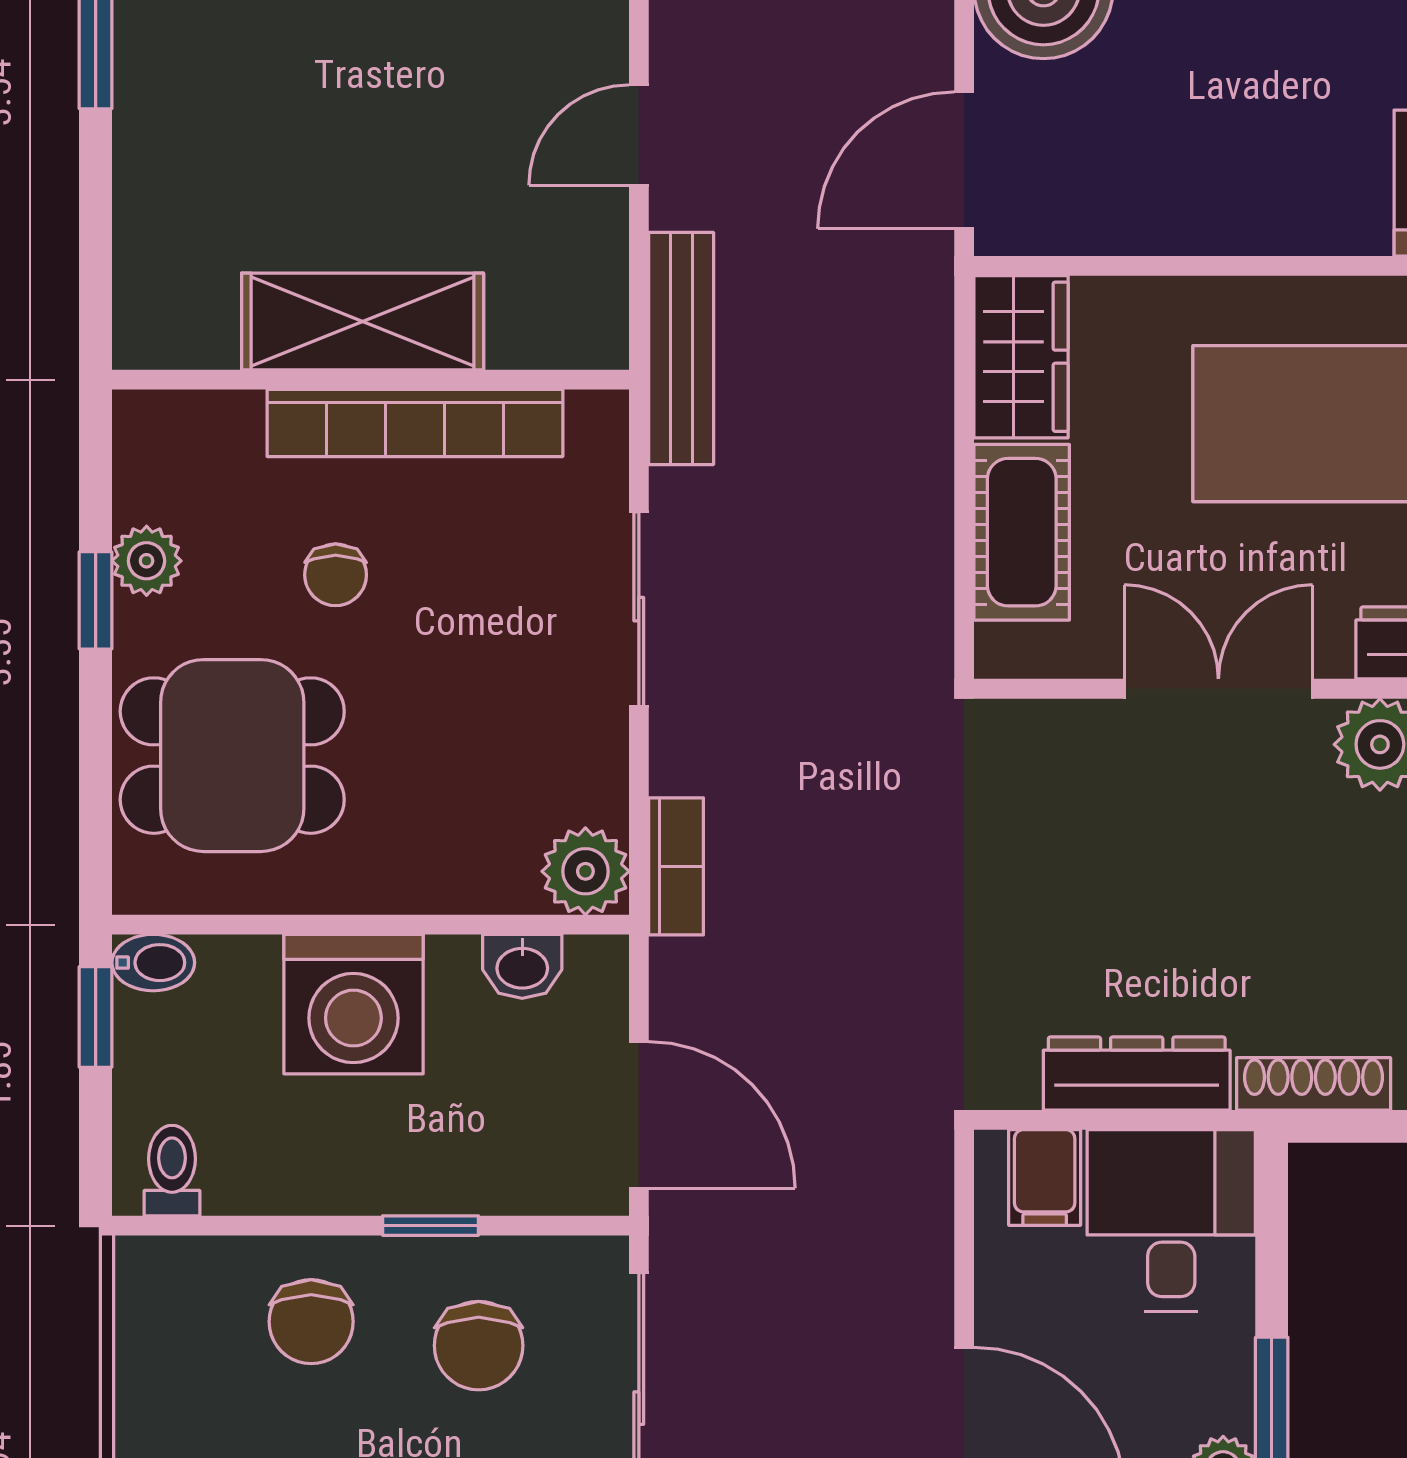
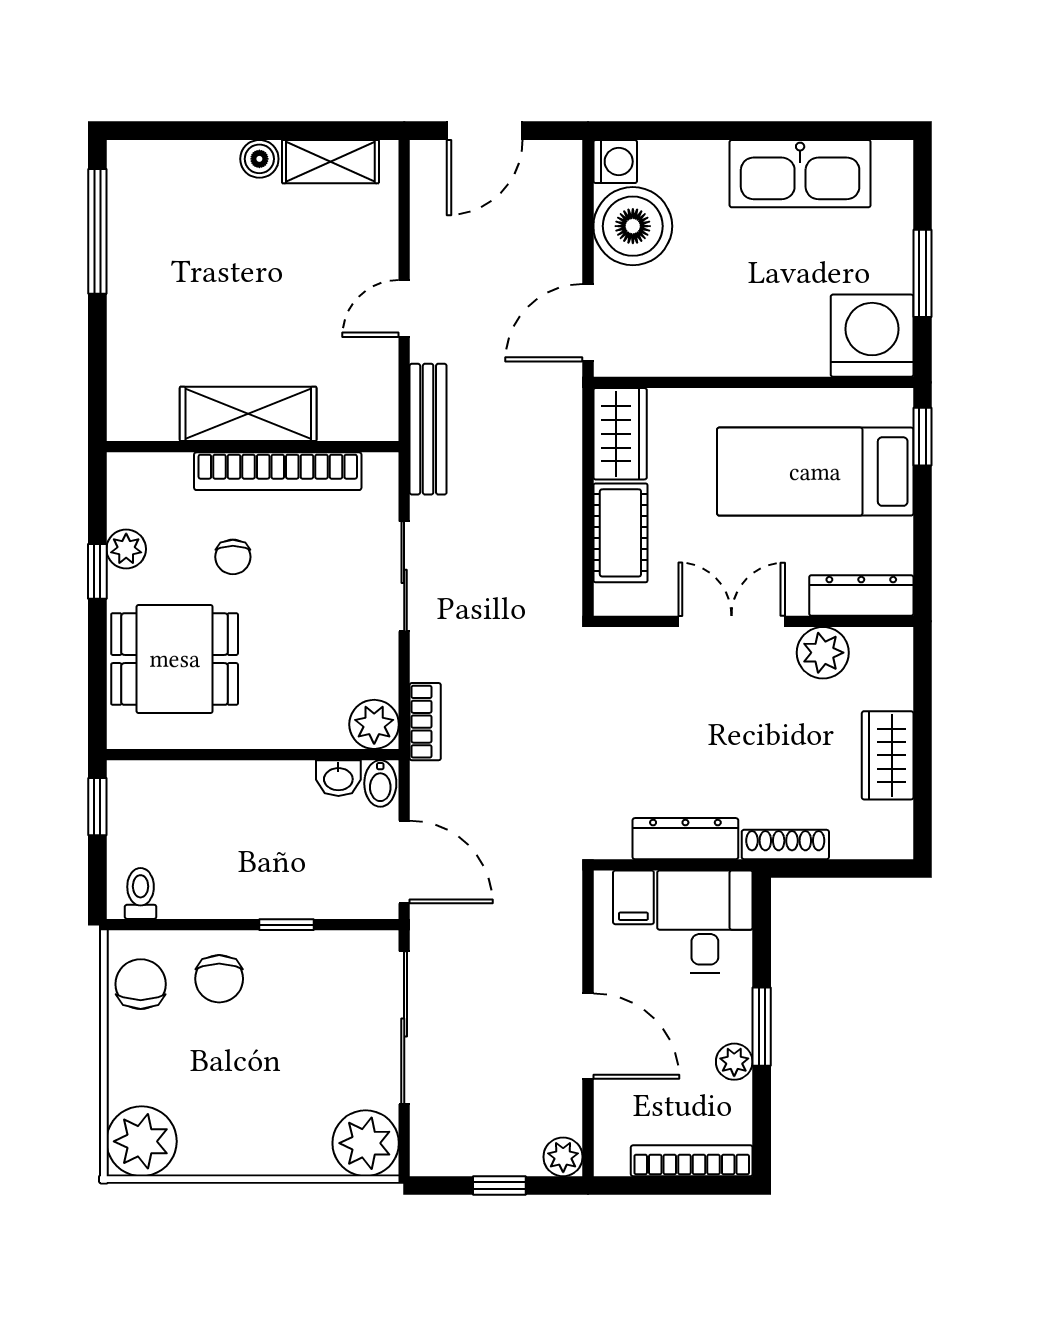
bidet: (153, 963) -> (380, 783), moved, turned 90
washing machine: (353, 1004) -> (243, 799), removed
chair: (479, 1346) -> (141, 984), moved, turned 180

